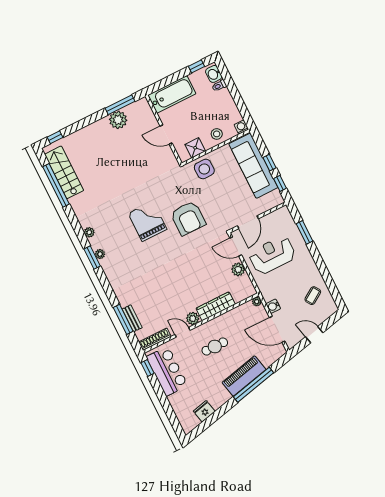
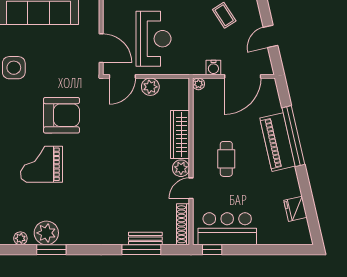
plant: (100, 254) -> (46, 233), width x1.88, depth x1.88
reception desk: (272, 255) -> (154, 39), turned 180

